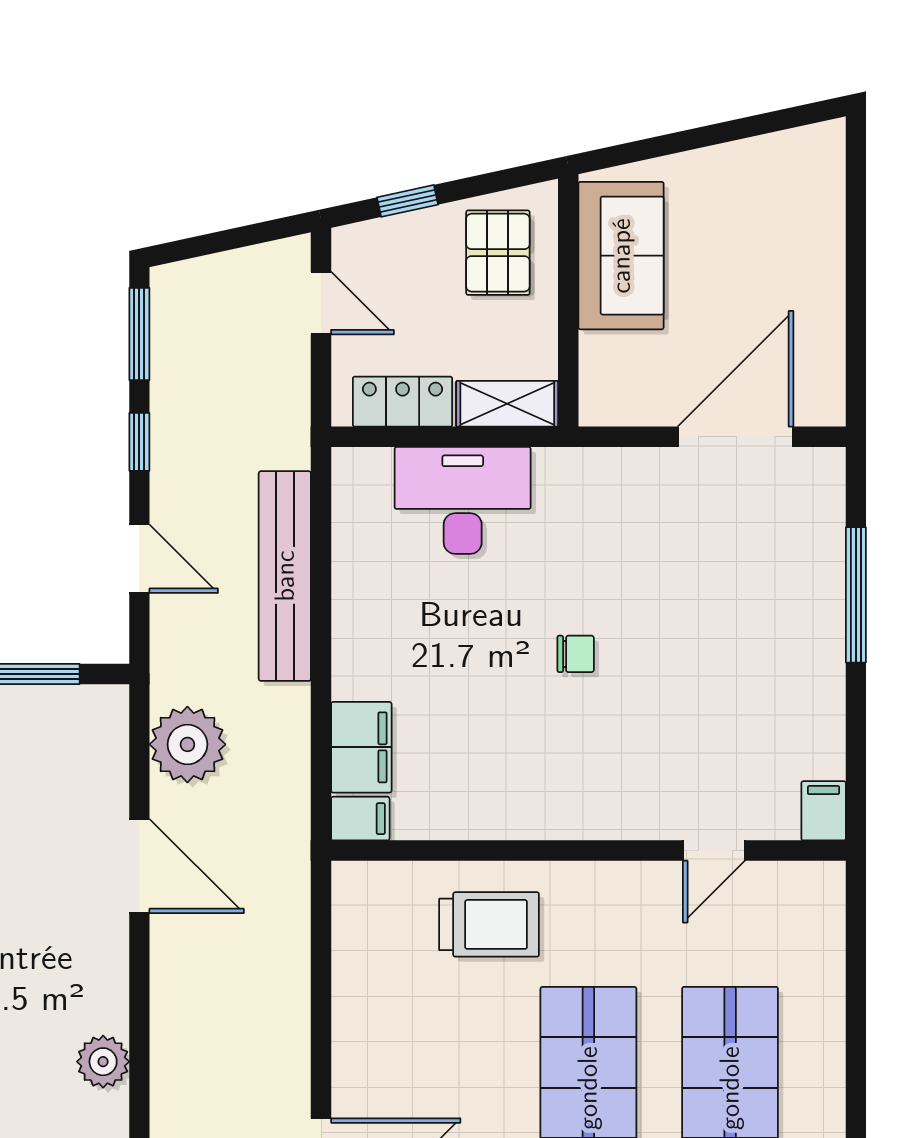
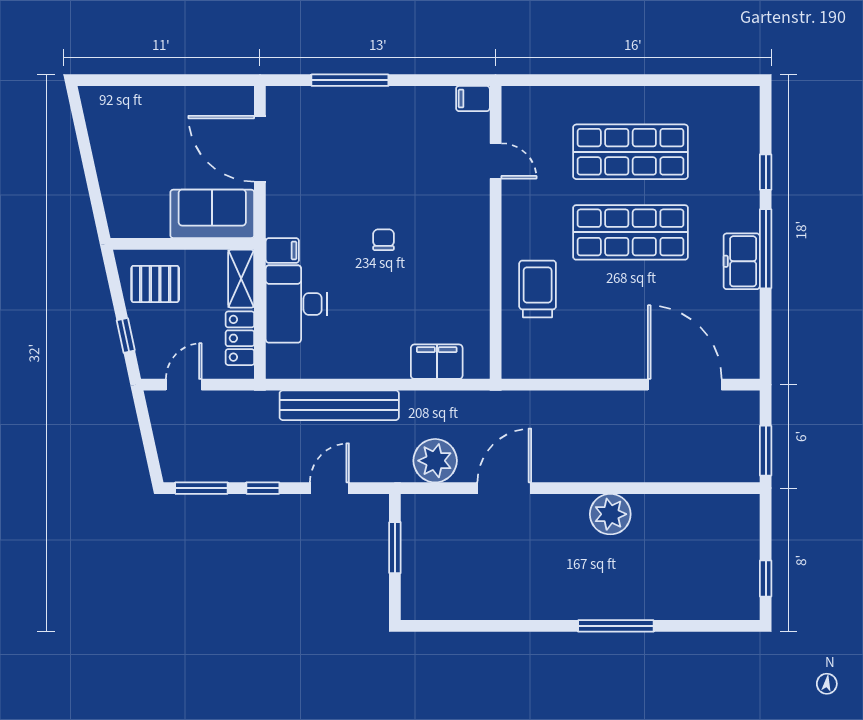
sofa: (621, 256) -> (212, 214), moved
filing cabinet: (360, 819) -> (282, 250), moved, turned 90
plant: (103, 1062) -> (610, 514), width x1.36, depth x1.36

